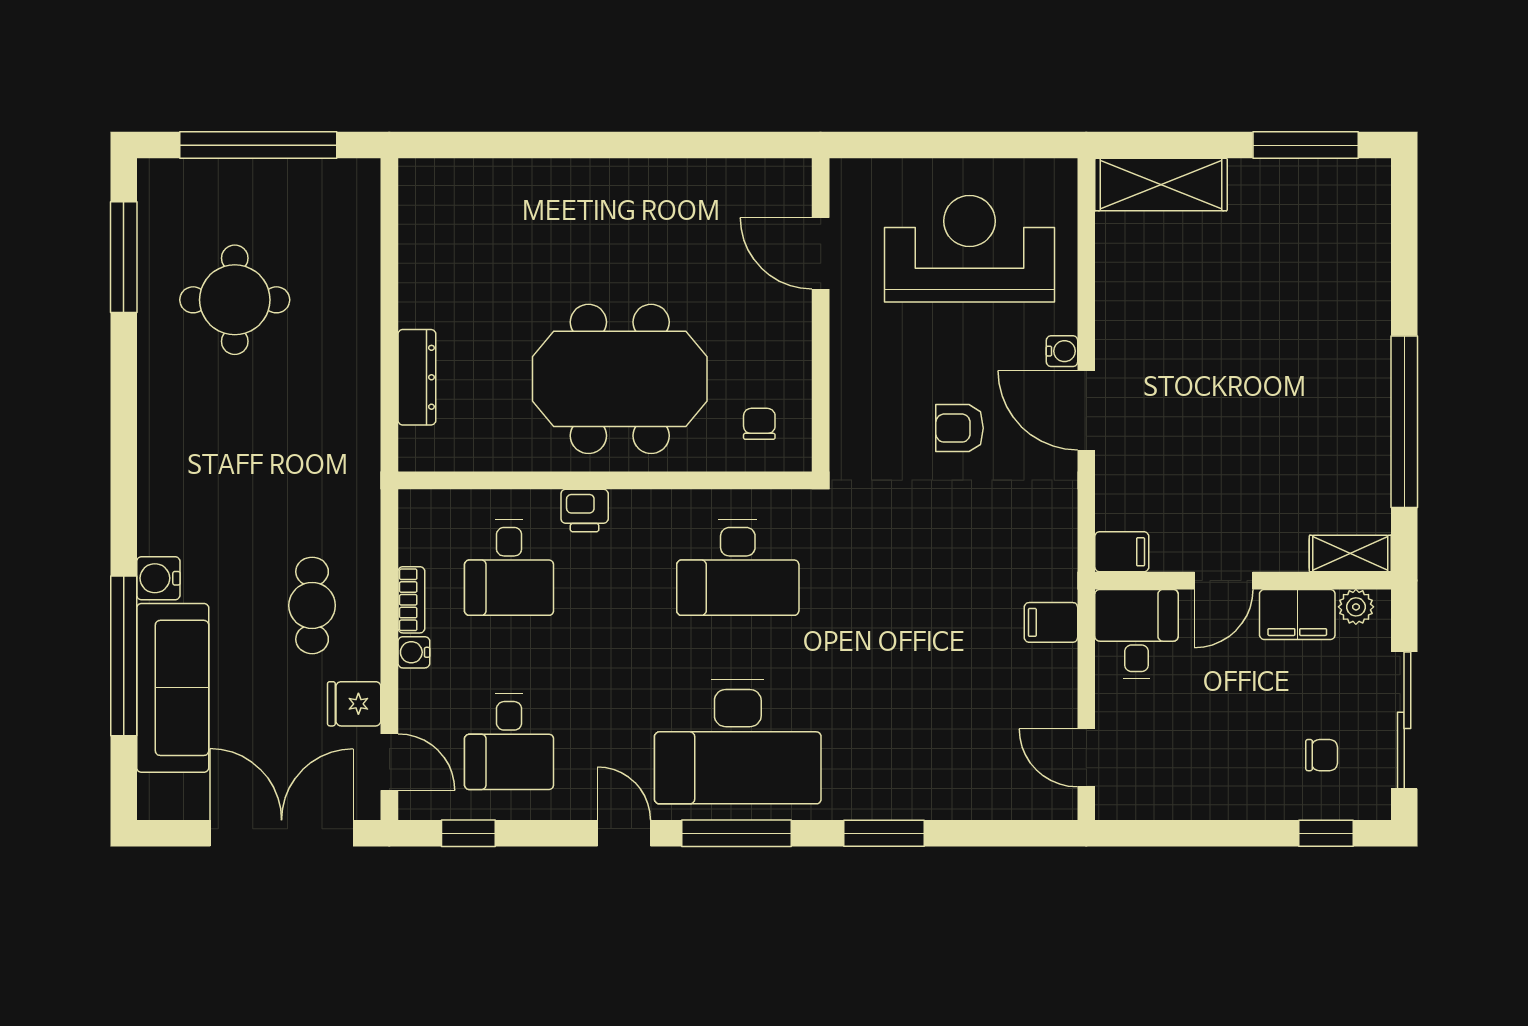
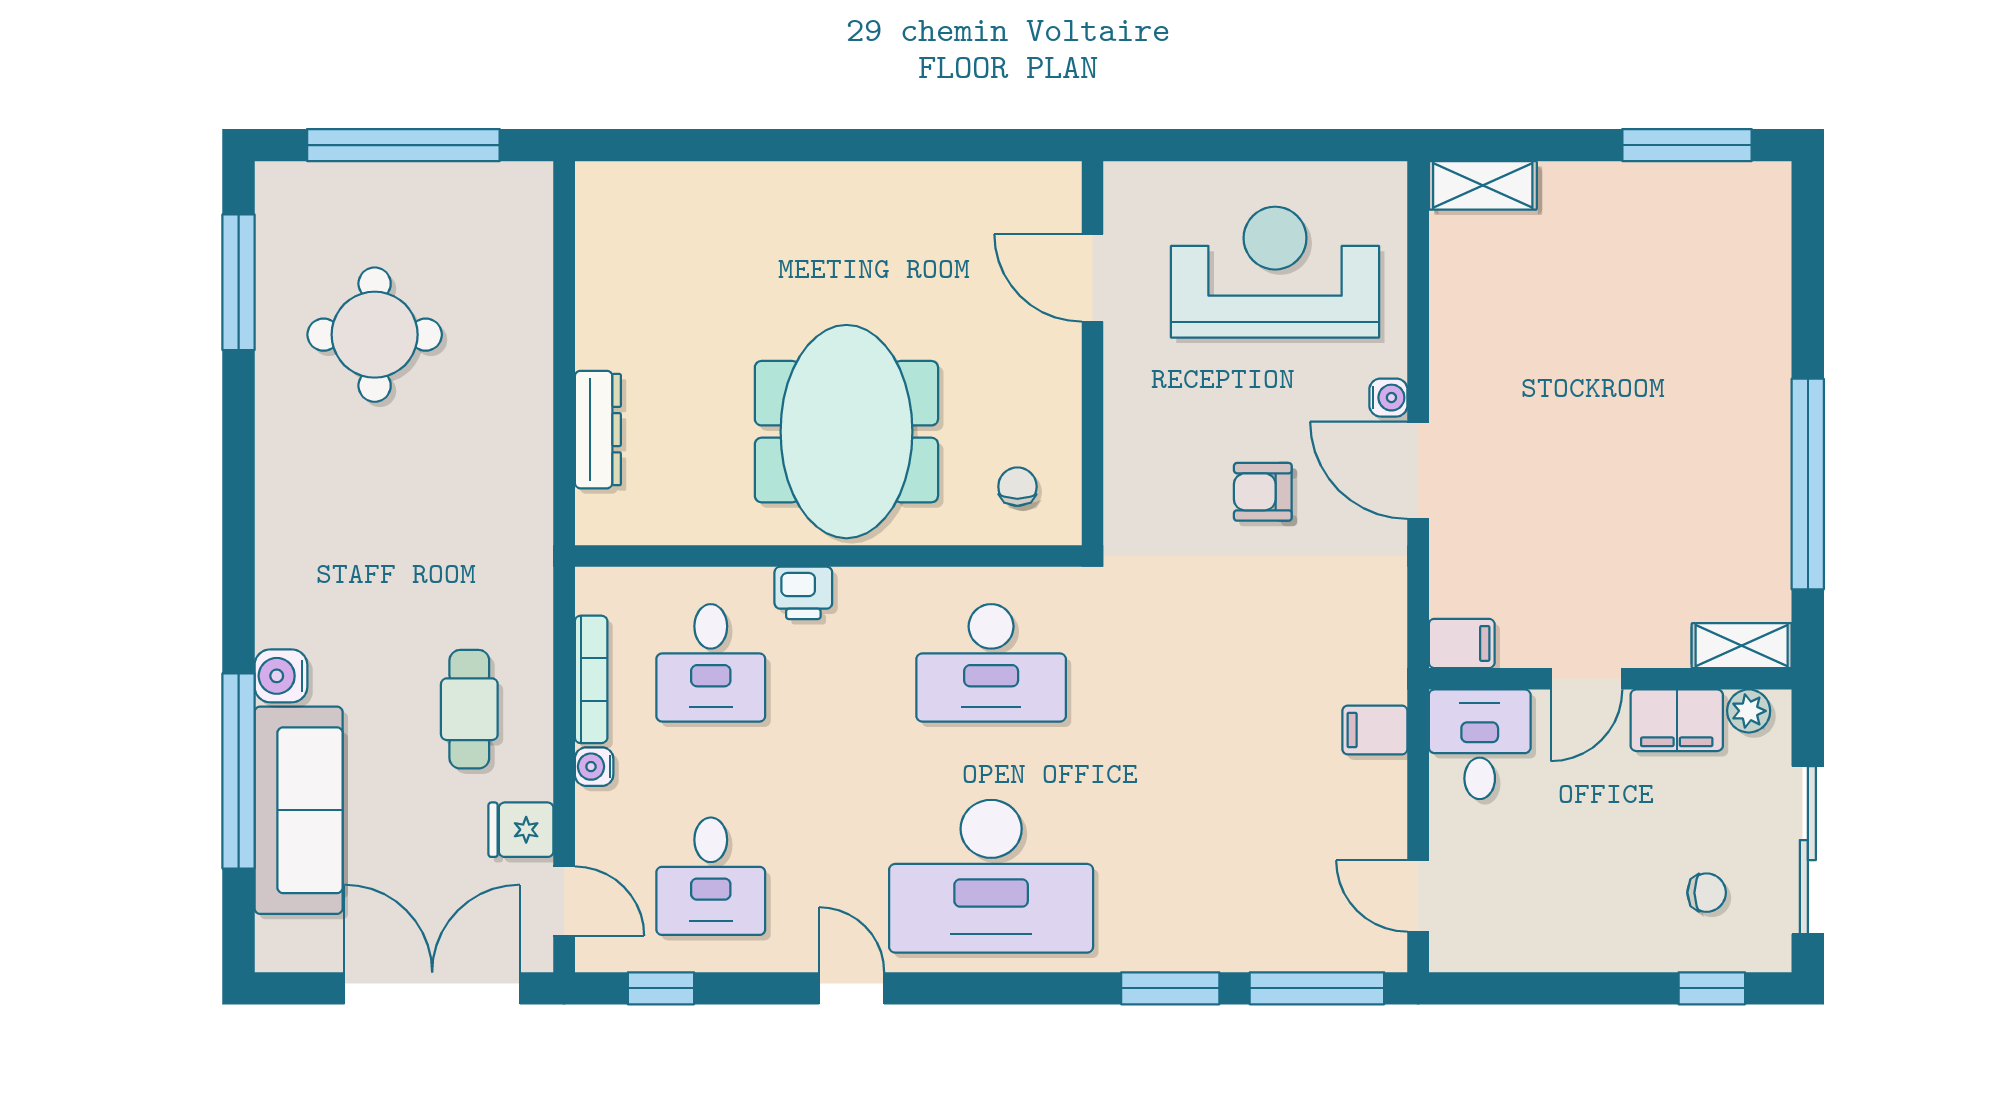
shelving: (1161, 185) -> (1483, 185), width x0.67, depth x0.75
meeting table: (620, 379) -> (846, 432), turned 90
bookcase: (411, 600) -> (591, 679), width x1.56
window: (737, 833) -> (1317, 988), moved

